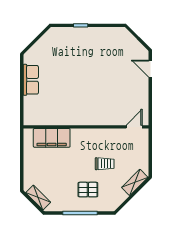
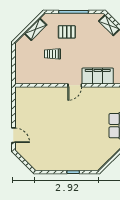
door: (134, 127) -> (75, 85), moved
shelving: (135, 182) -> (36, 29), moved

